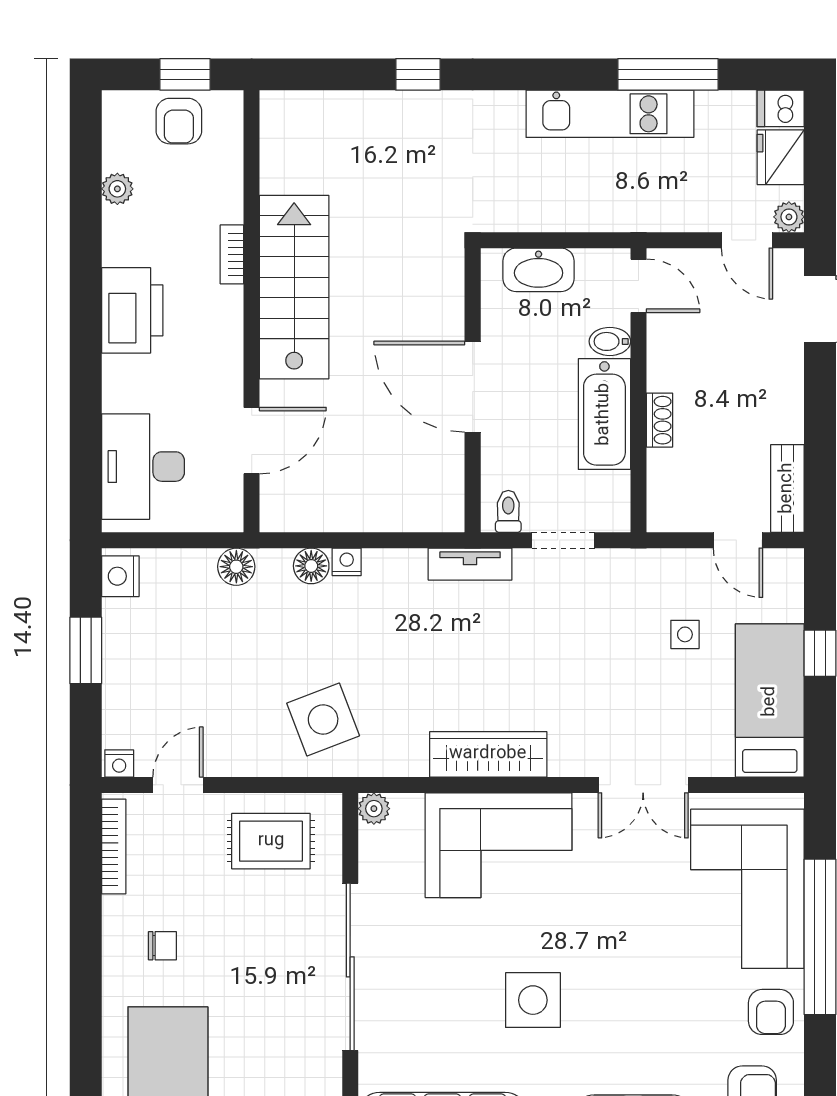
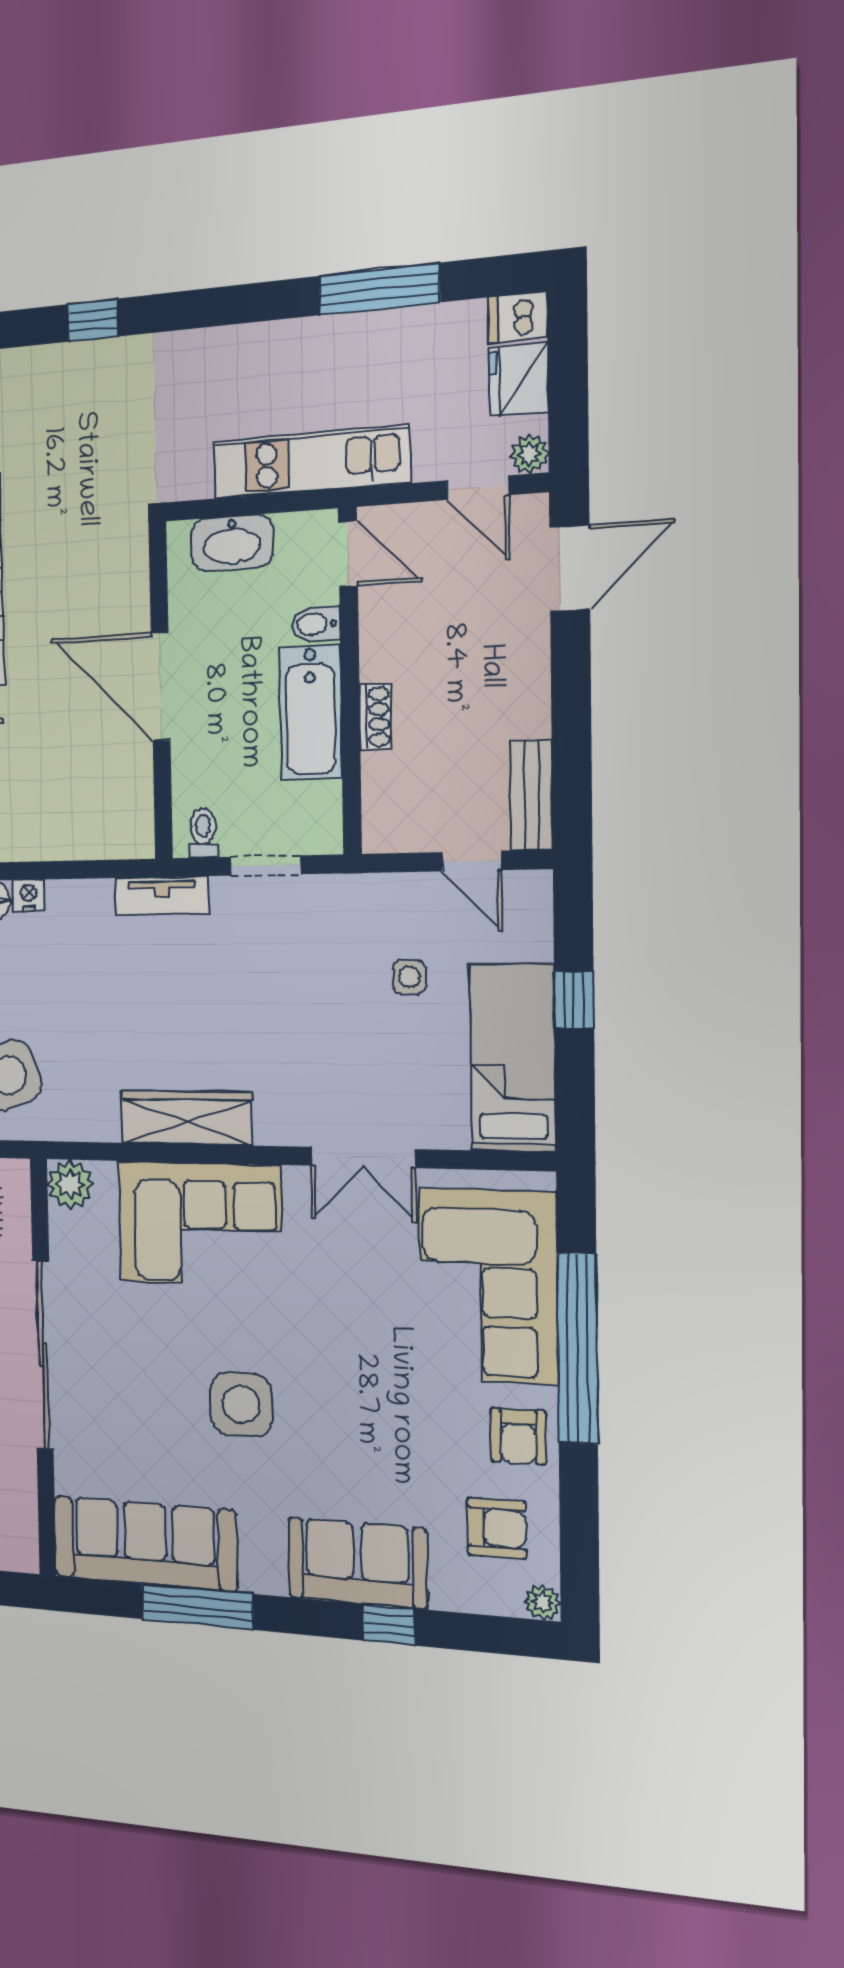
kitchen unit: (610, 114) -> (311, 462), moved, turned 180
plant: (374, 809) -> (70, 1184), width x1.38, depth x1.38

